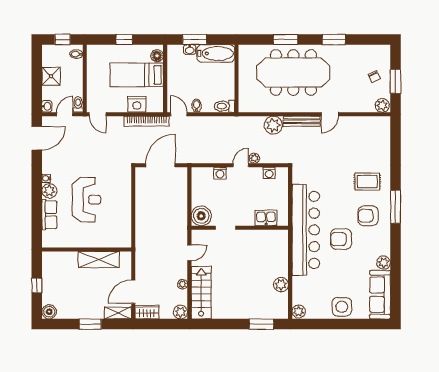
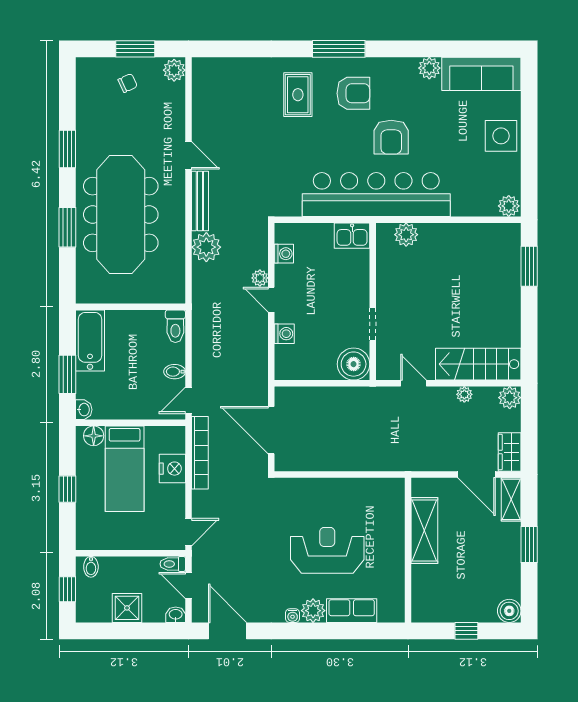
washbasin: (190, 50) -> (84, 410), moved
armchair: (368, 216) -> (353, 93), turned -90
kitchen sink: (266, 218) -> (352, 236), moved, turned -90
plant: (281, 285) -> (406, 235), moved

